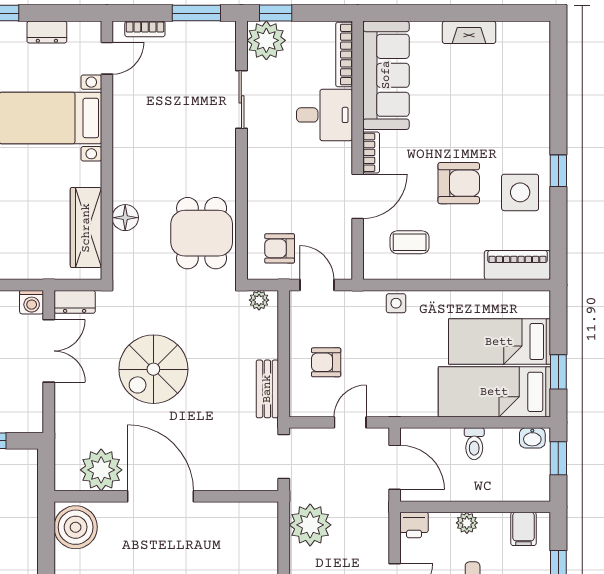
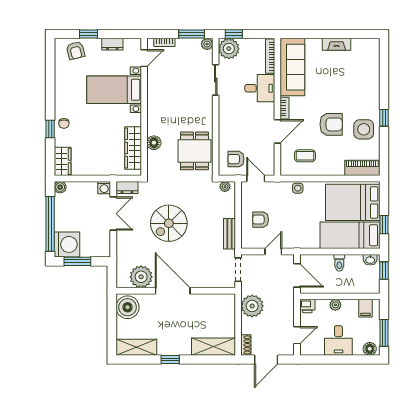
plant: (225, 32) -> (207, 44), added
bed: (499, 342) -> (353, 202), width x1.50

